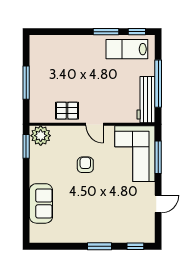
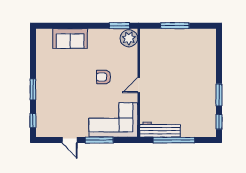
lab bench: (127, 49) -> (204, 113), removed
pallet: (67, 111) -> (151, 61), removed
window: (158, 157) -> (99, 140), moved
armchair: (85, 165) -> (104, 77), turned 180

